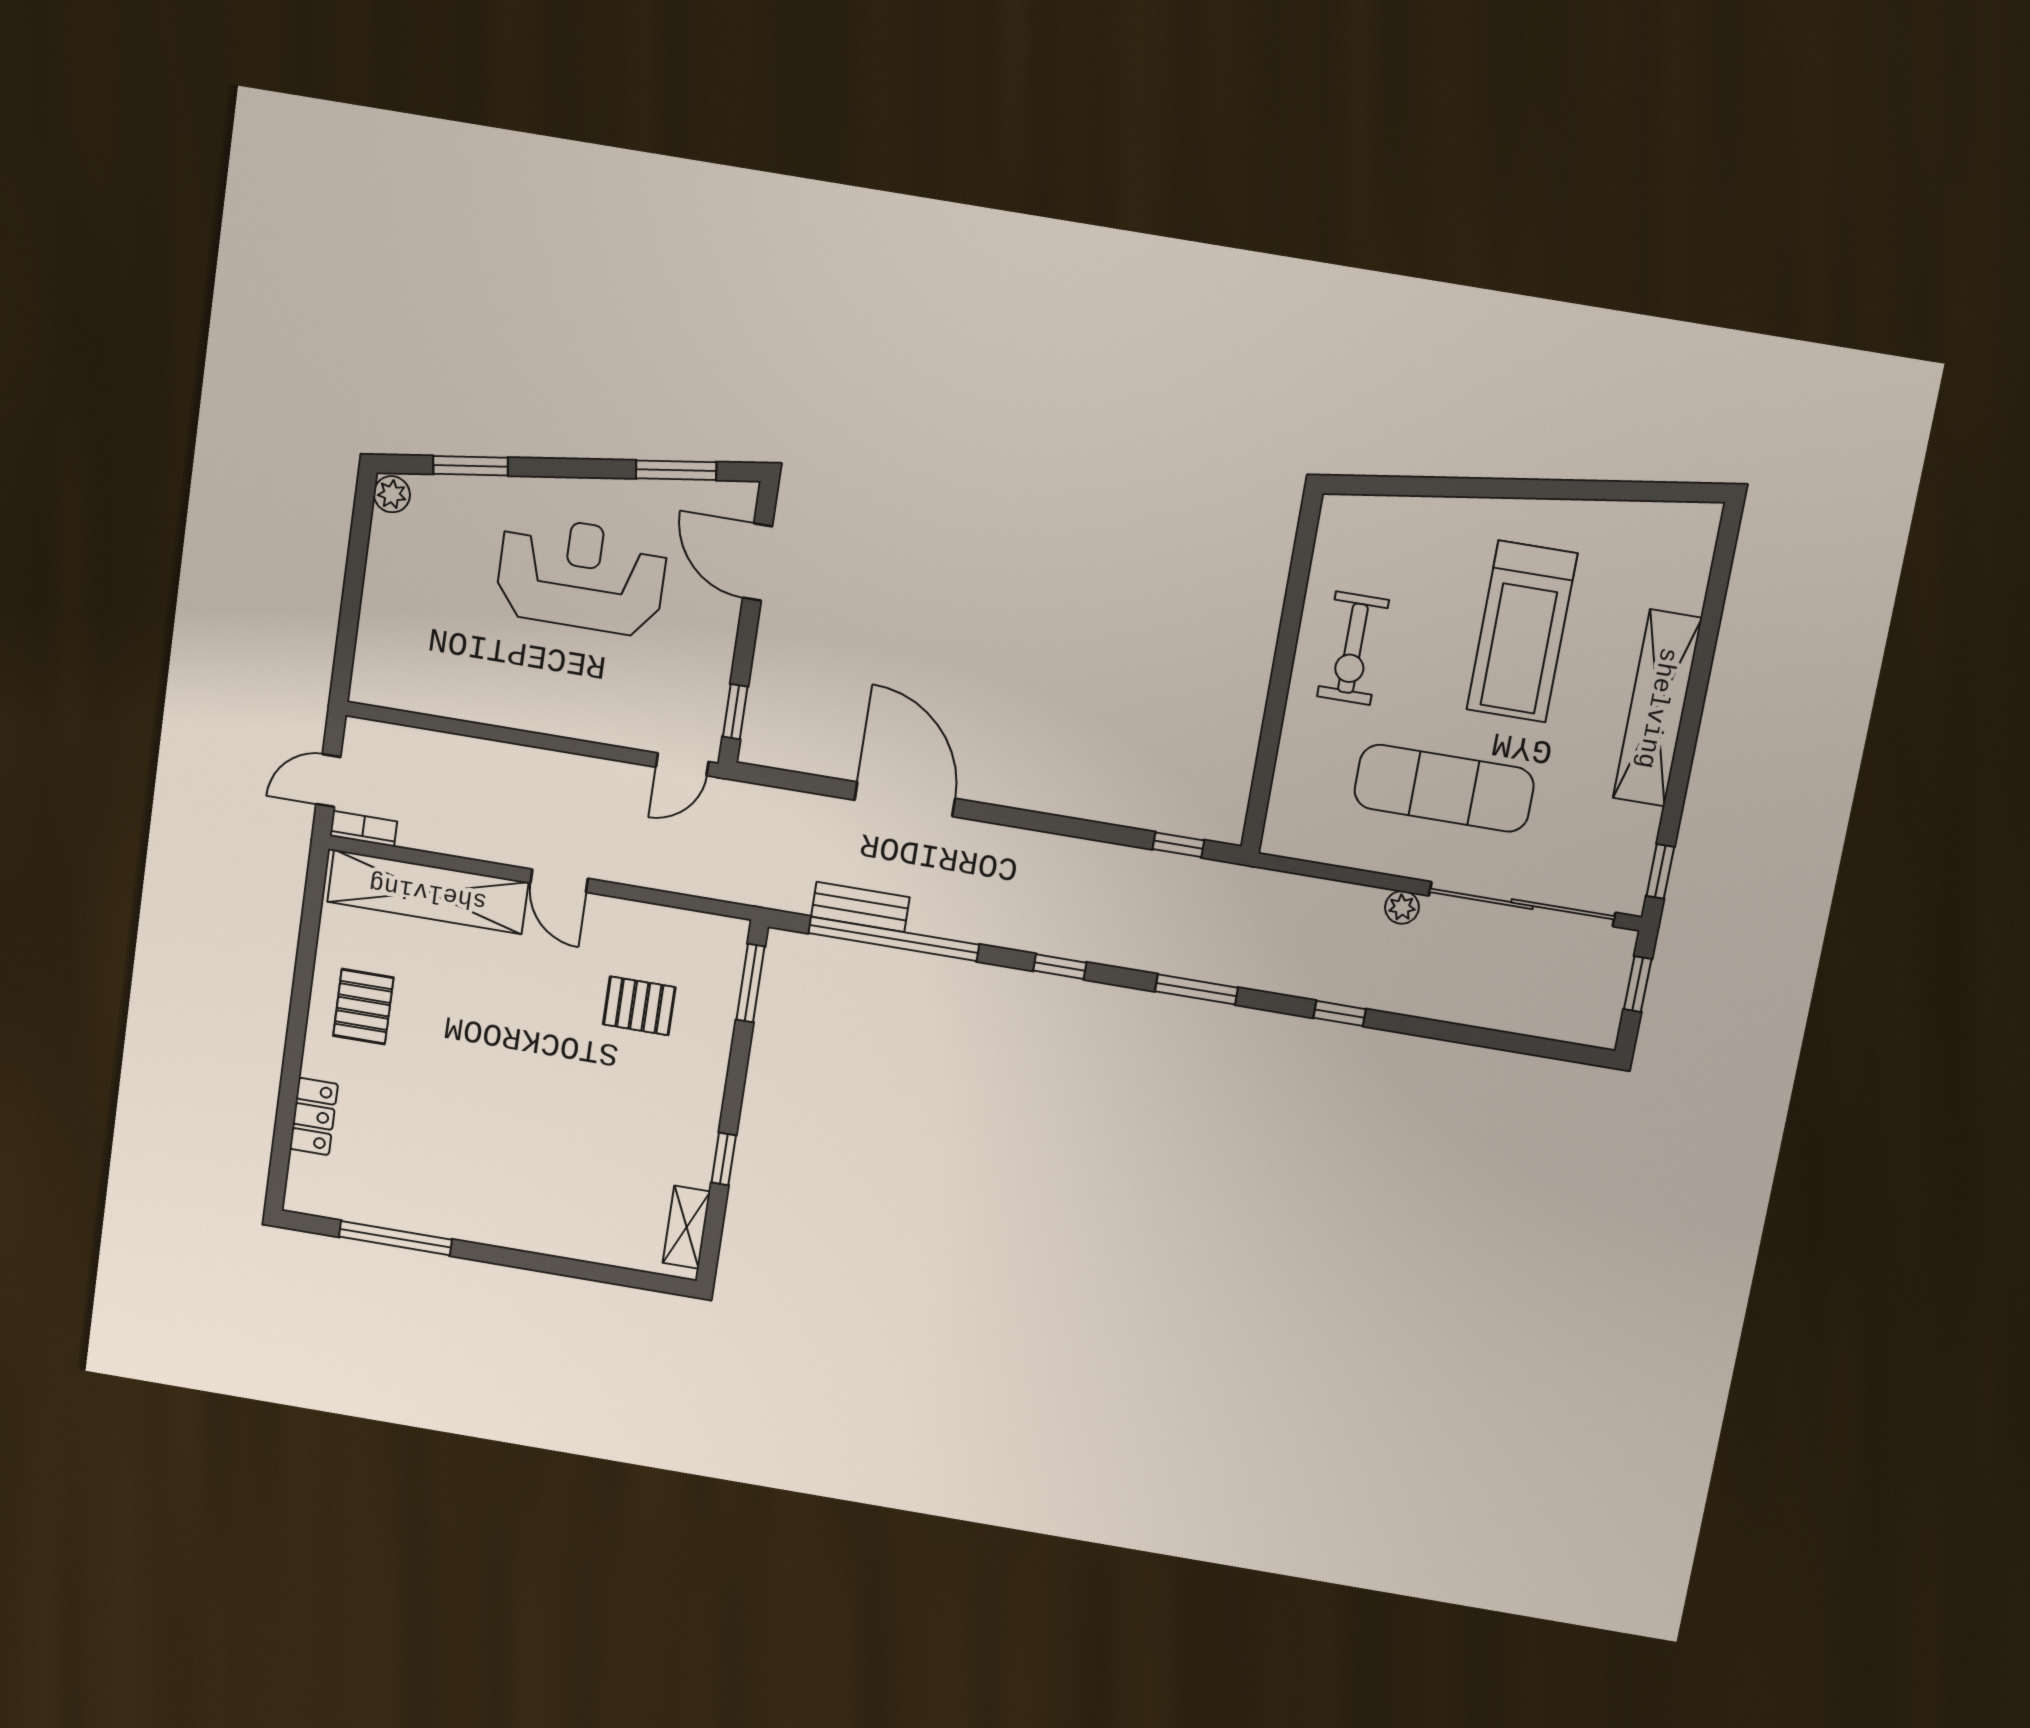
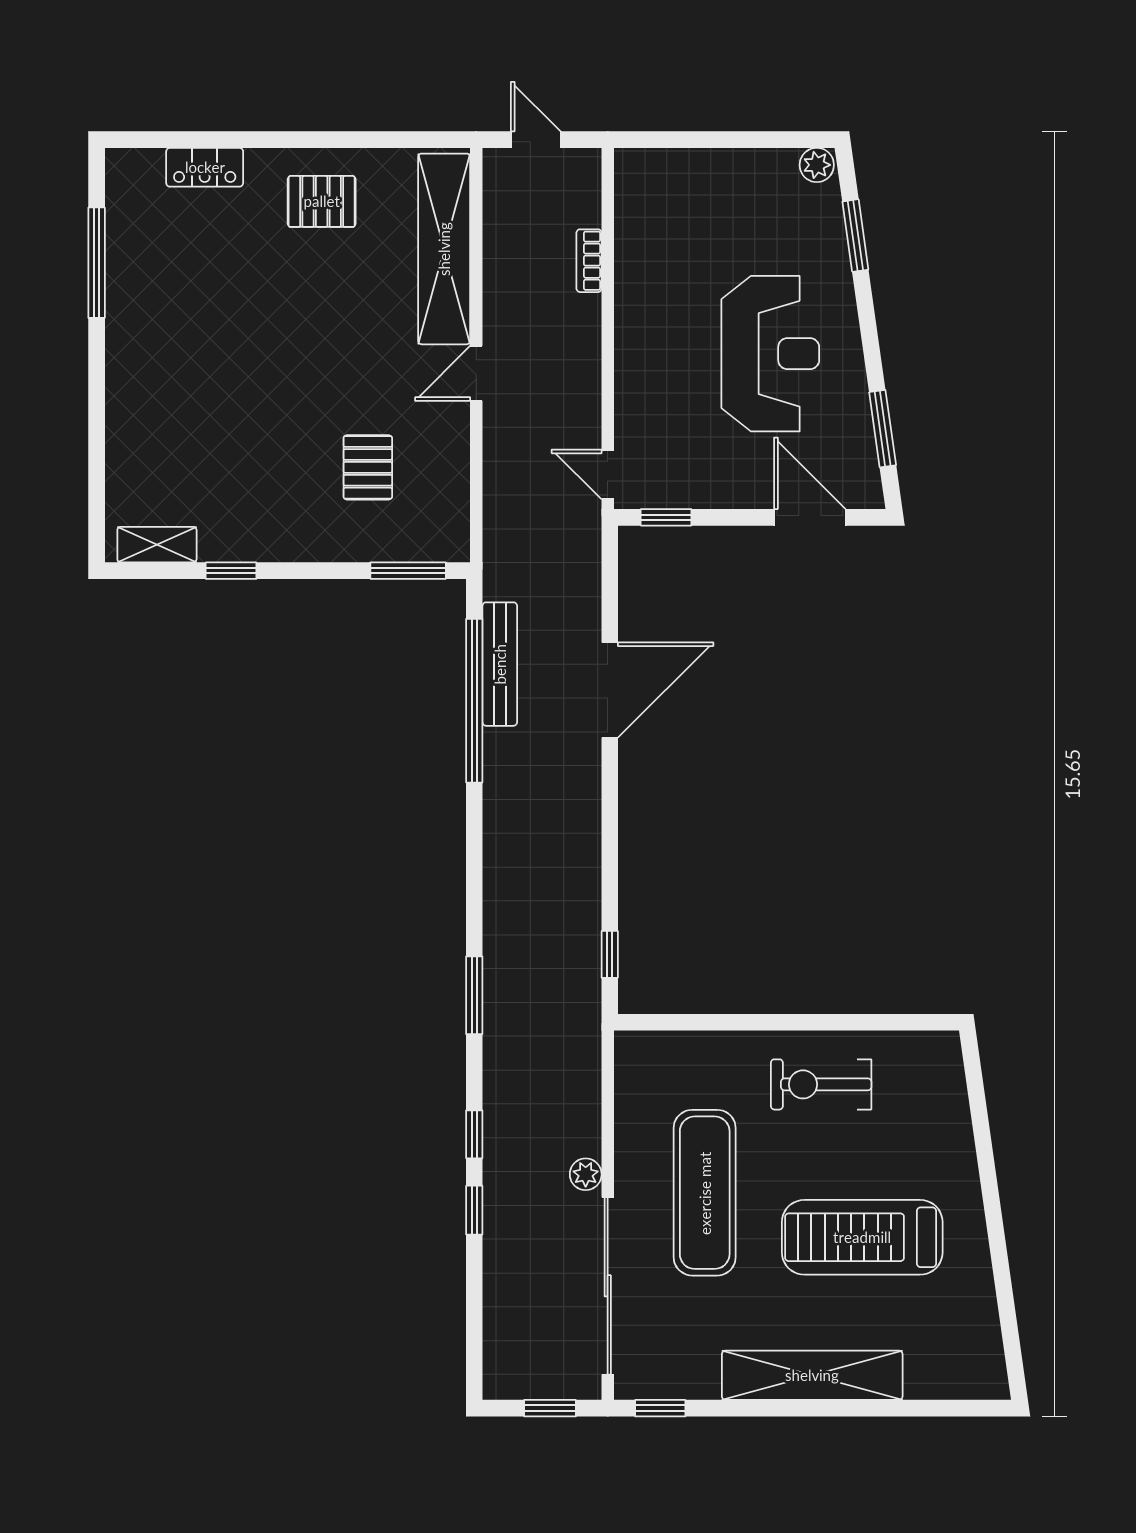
door: (758, 562) -> (810, 517), hinge flipped
bookcase: (363, 829) -> (589, 261), moved, turned 180
bench: (860, 907) -> (500, 664), width x1.36
window: (1060, 967) -> (474, 1210), moved

